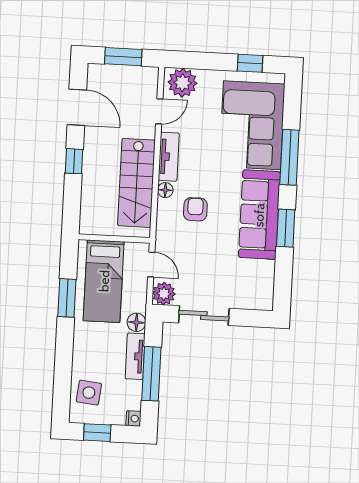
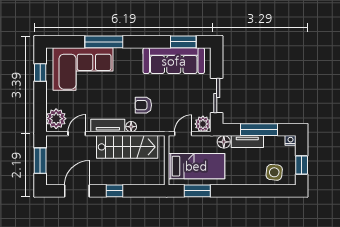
door: (159, 111) -> (77, 134), hinge flipped
sofa: (259, 215) -> (174, 61), moved
window: (286, 228) -> (183, 42), moved
window: (67, 298) -> (197, 191), moved

